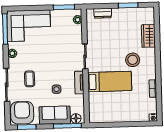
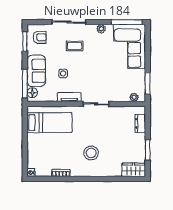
wardrobe: (148, 36) -> (134, 170), moved
bed: (110, 82) -> (49, 123), moved, turned -90
armchair: (22, 113) -> (40, 37), width x0.53, depth x0.53

